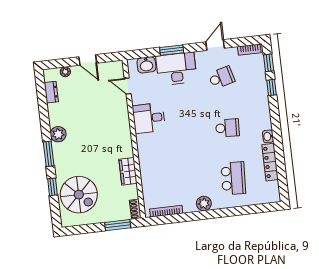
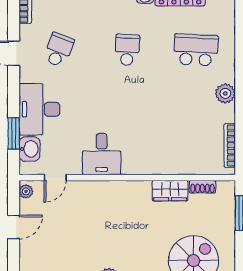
window: (172, 50) -> (14, 133), moved
plant: (65, 72) -> (26, 191), moved
school desk: (221, 78) -> (58, 50), turned 36
shoe rack: (135, 209) -> (202, 187), moved

